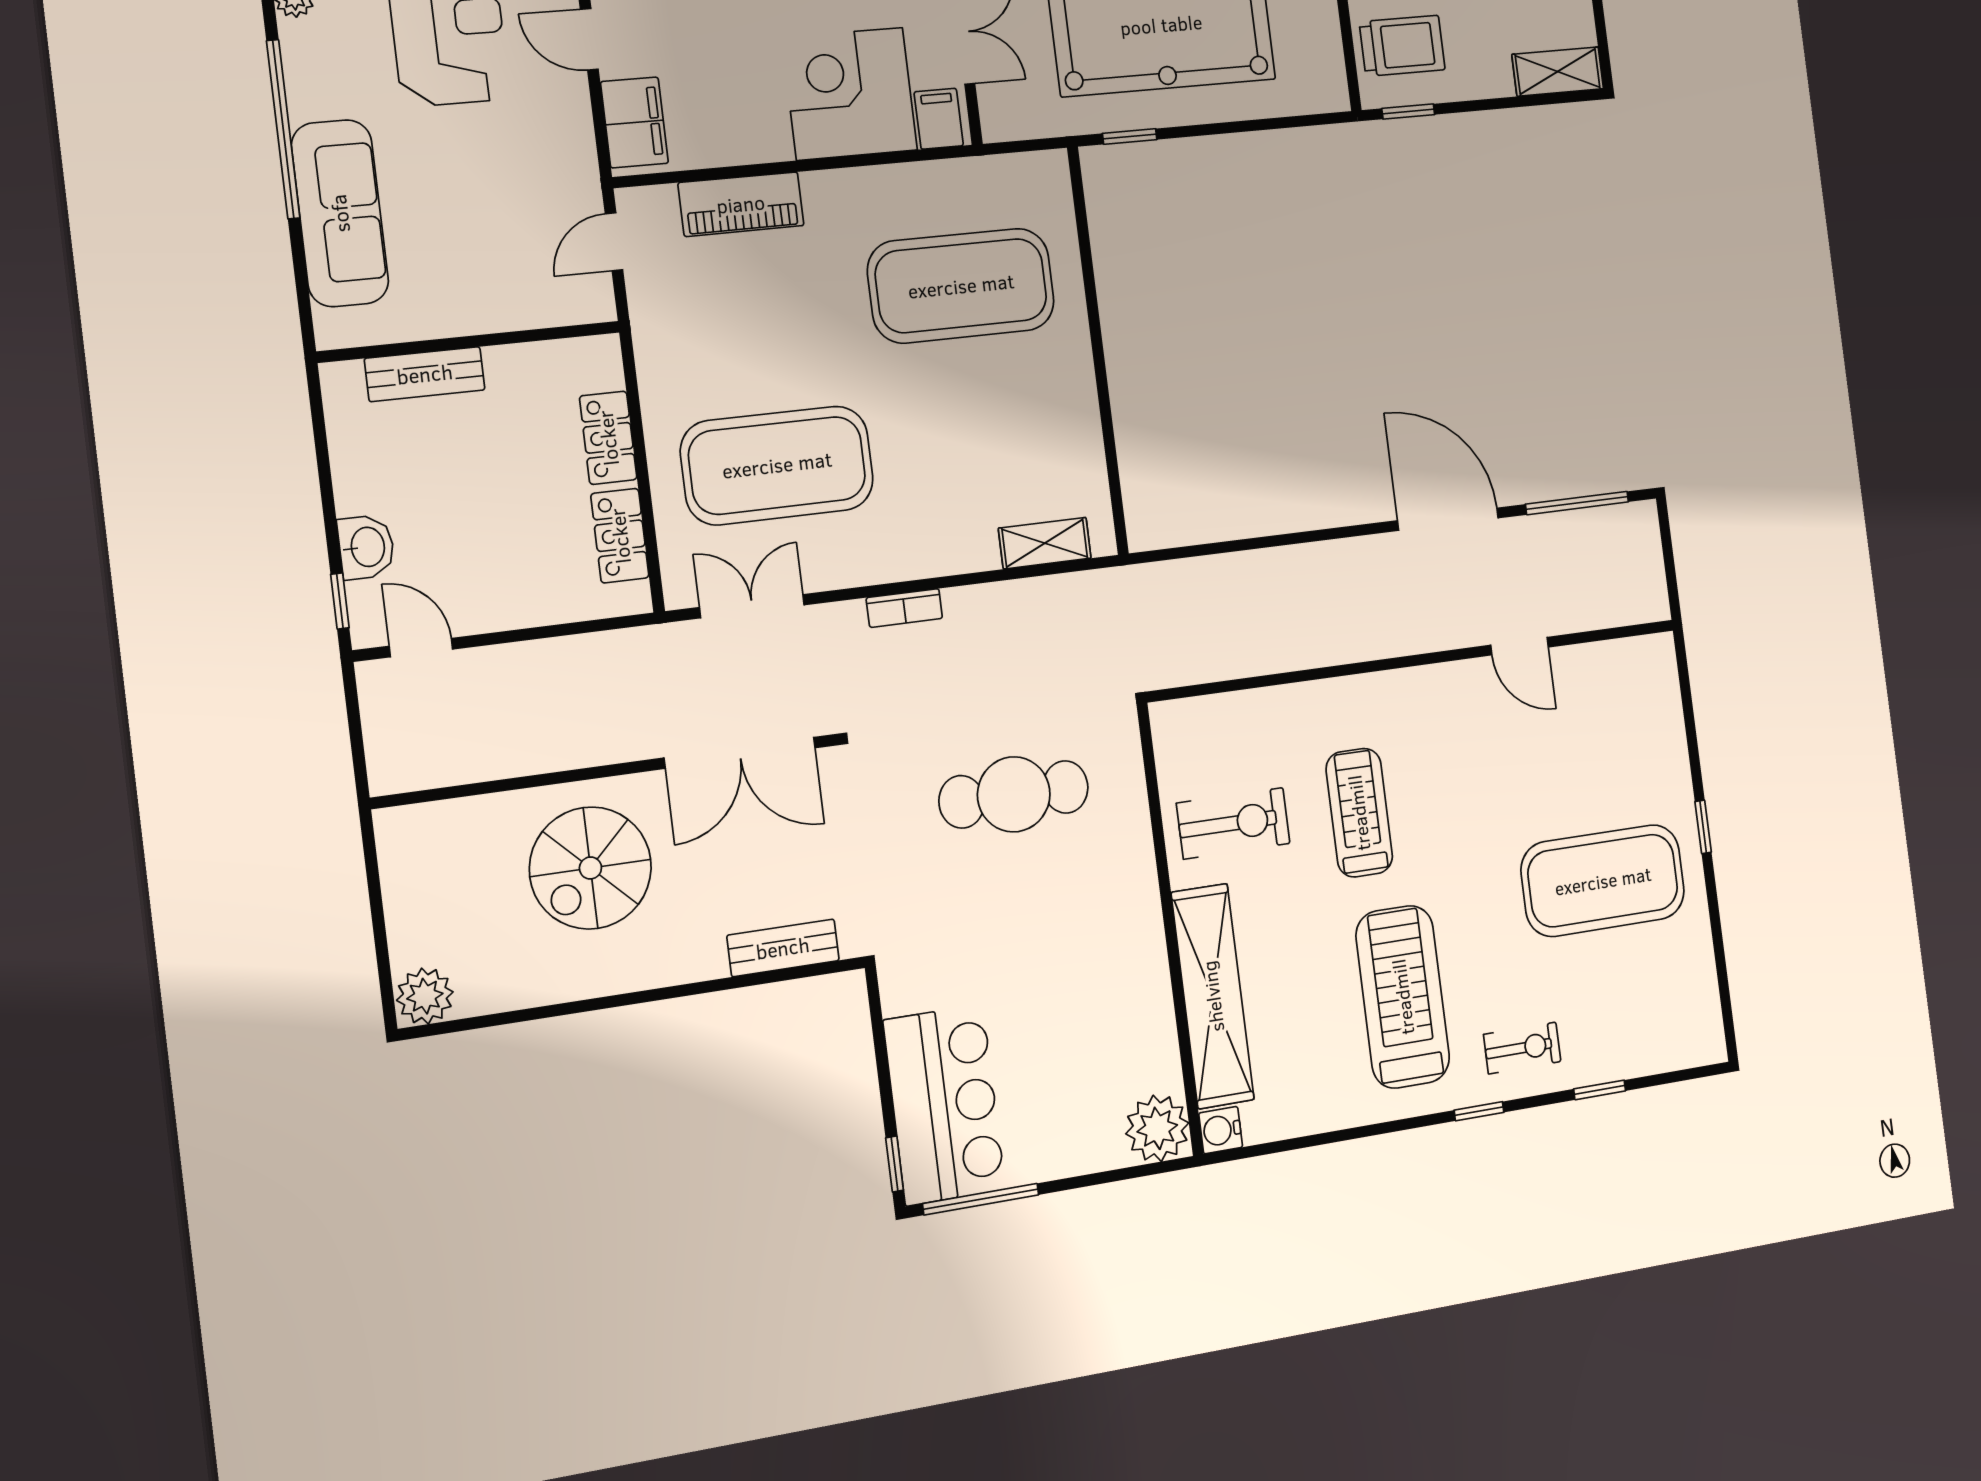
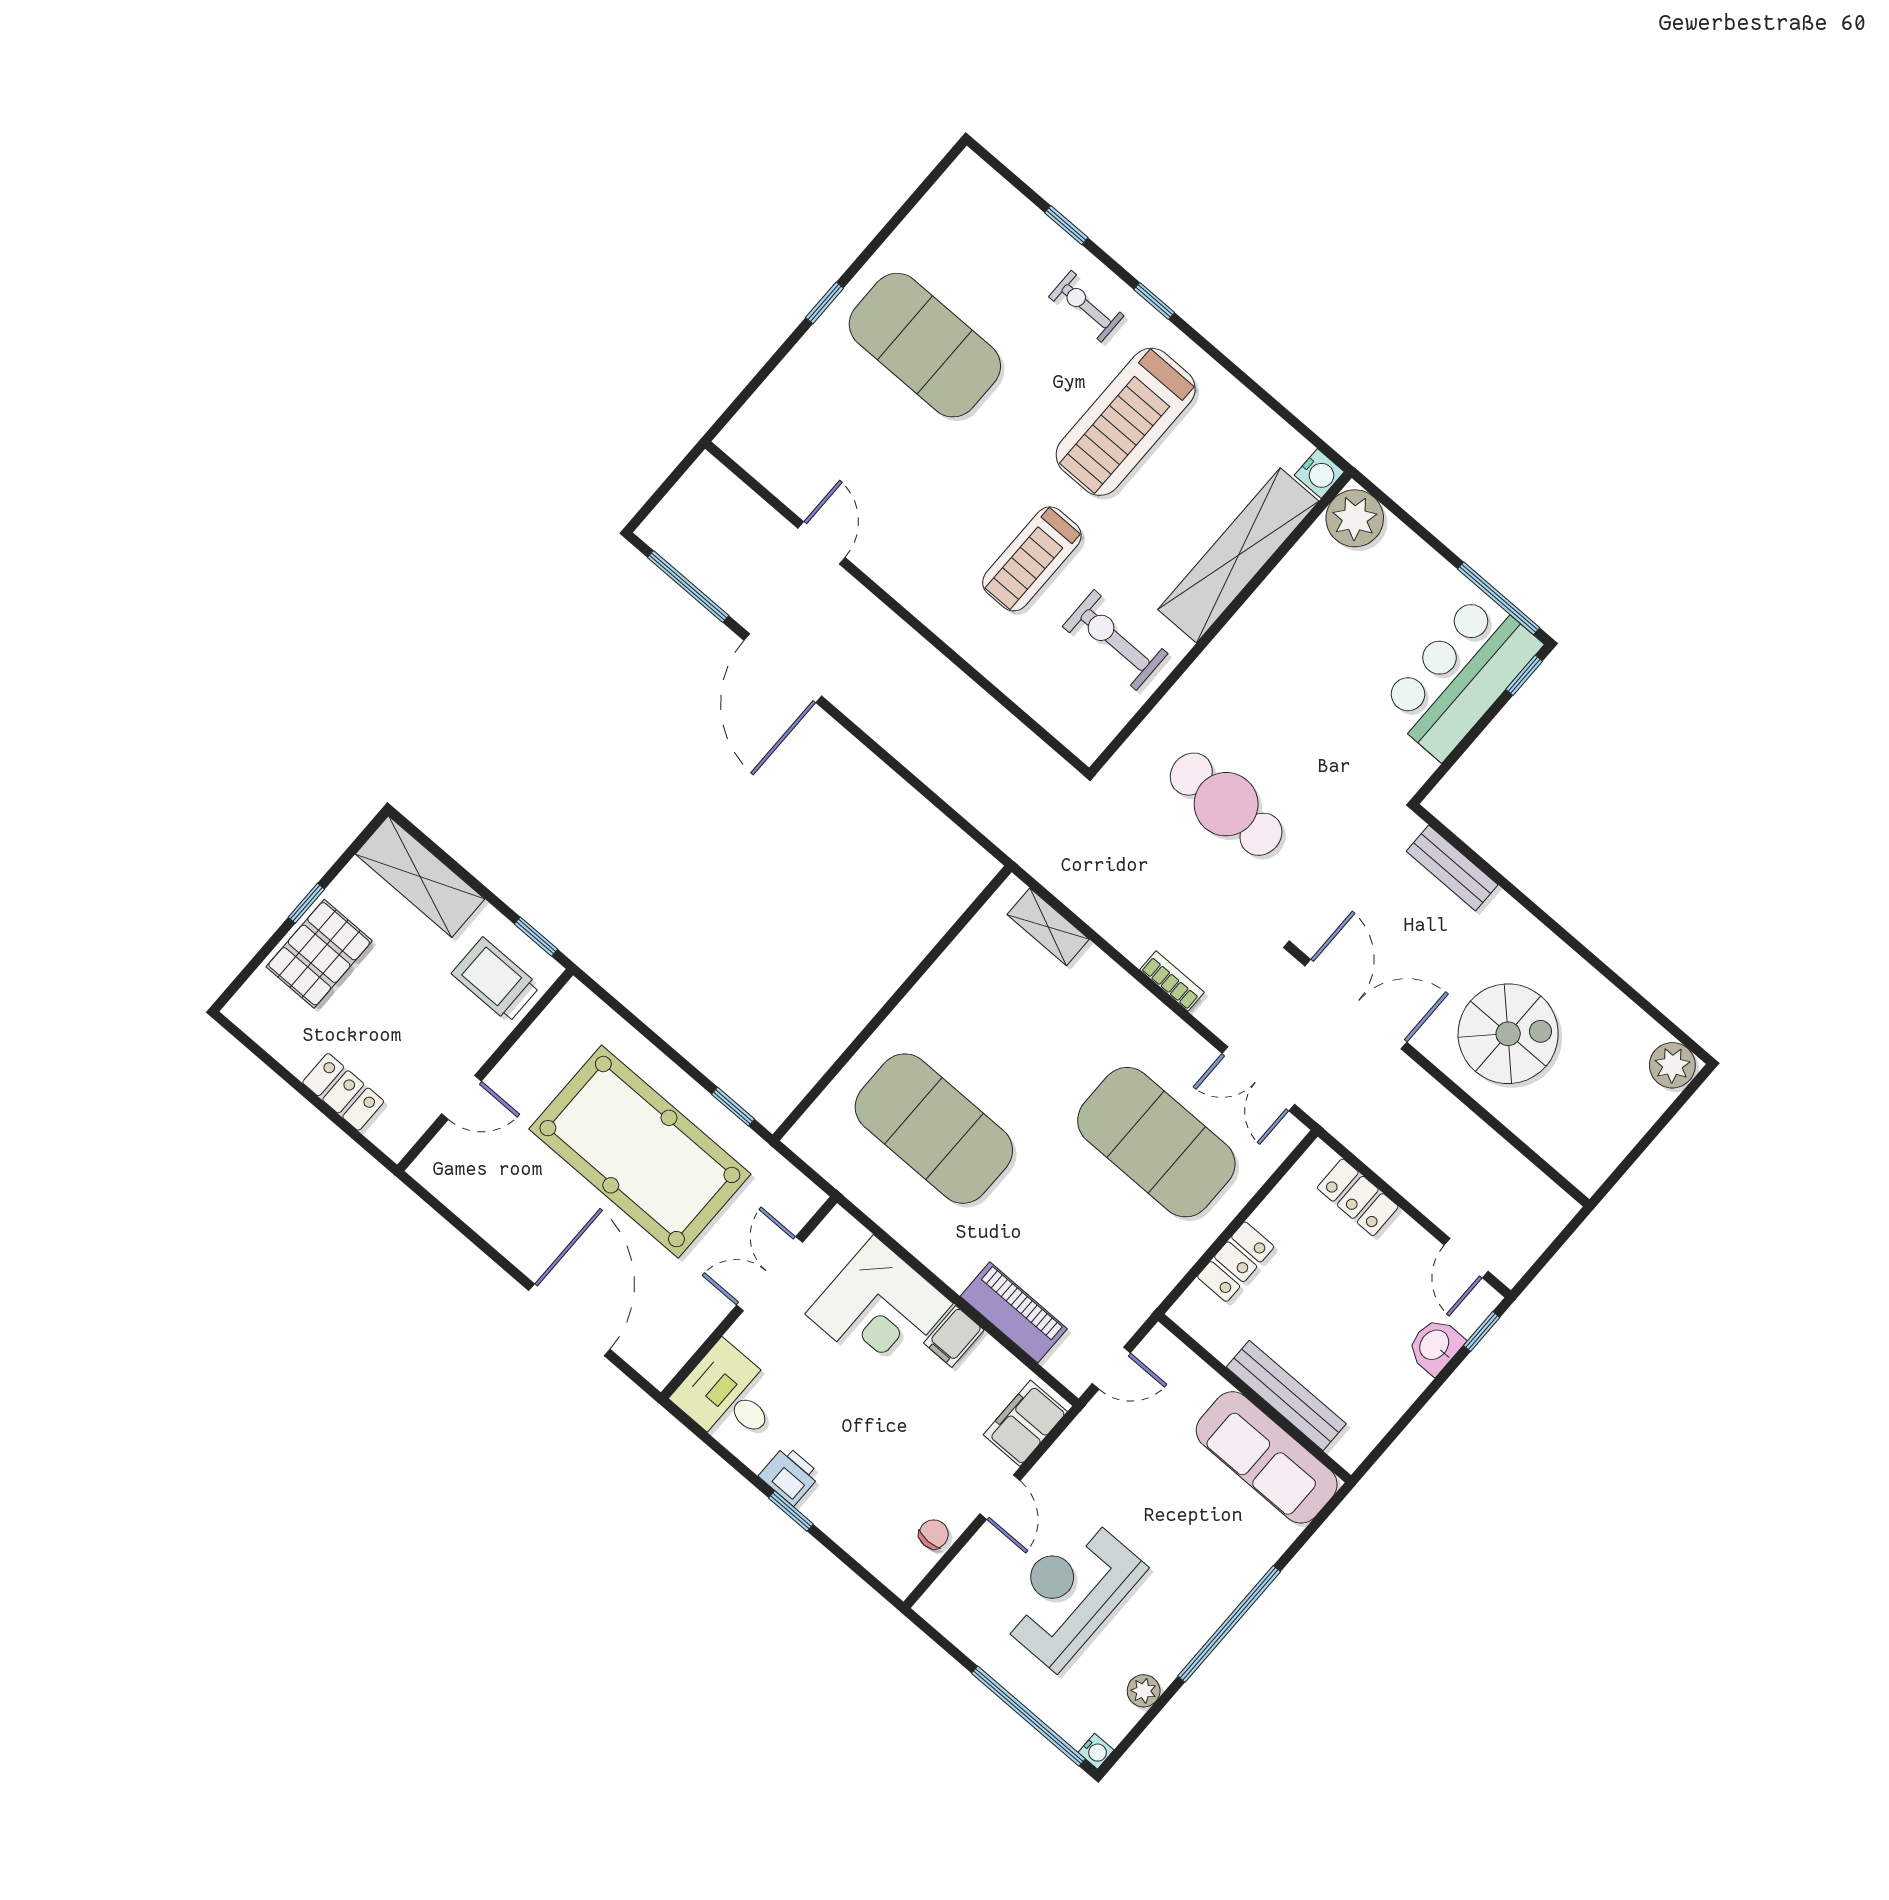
shelving: (1558, 72) -> (420, 877), width x1.50, depth x1.33
filing cabinet: (939, 119) -> (954, 1336), moved
sofa: (340, 213) -> (1267, 1457), moved, turned -90
bench: (425, 374) -> (1286, 1395), width x1.36
locker: (620, 536) -> (1358, 1197), moved, turned 90

